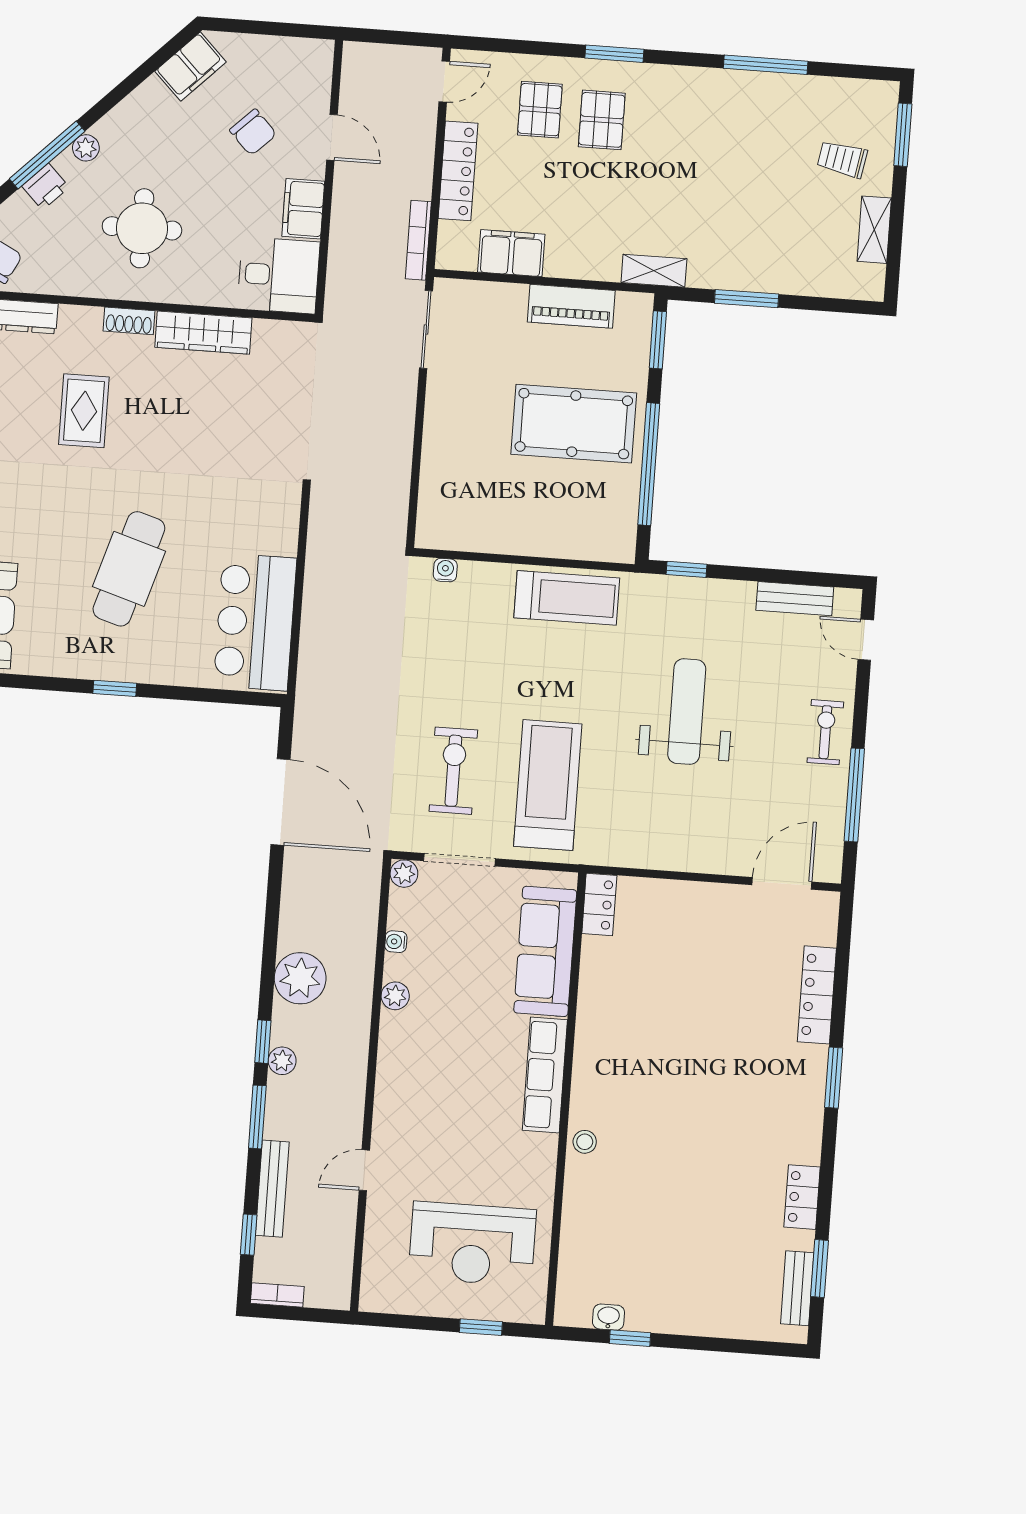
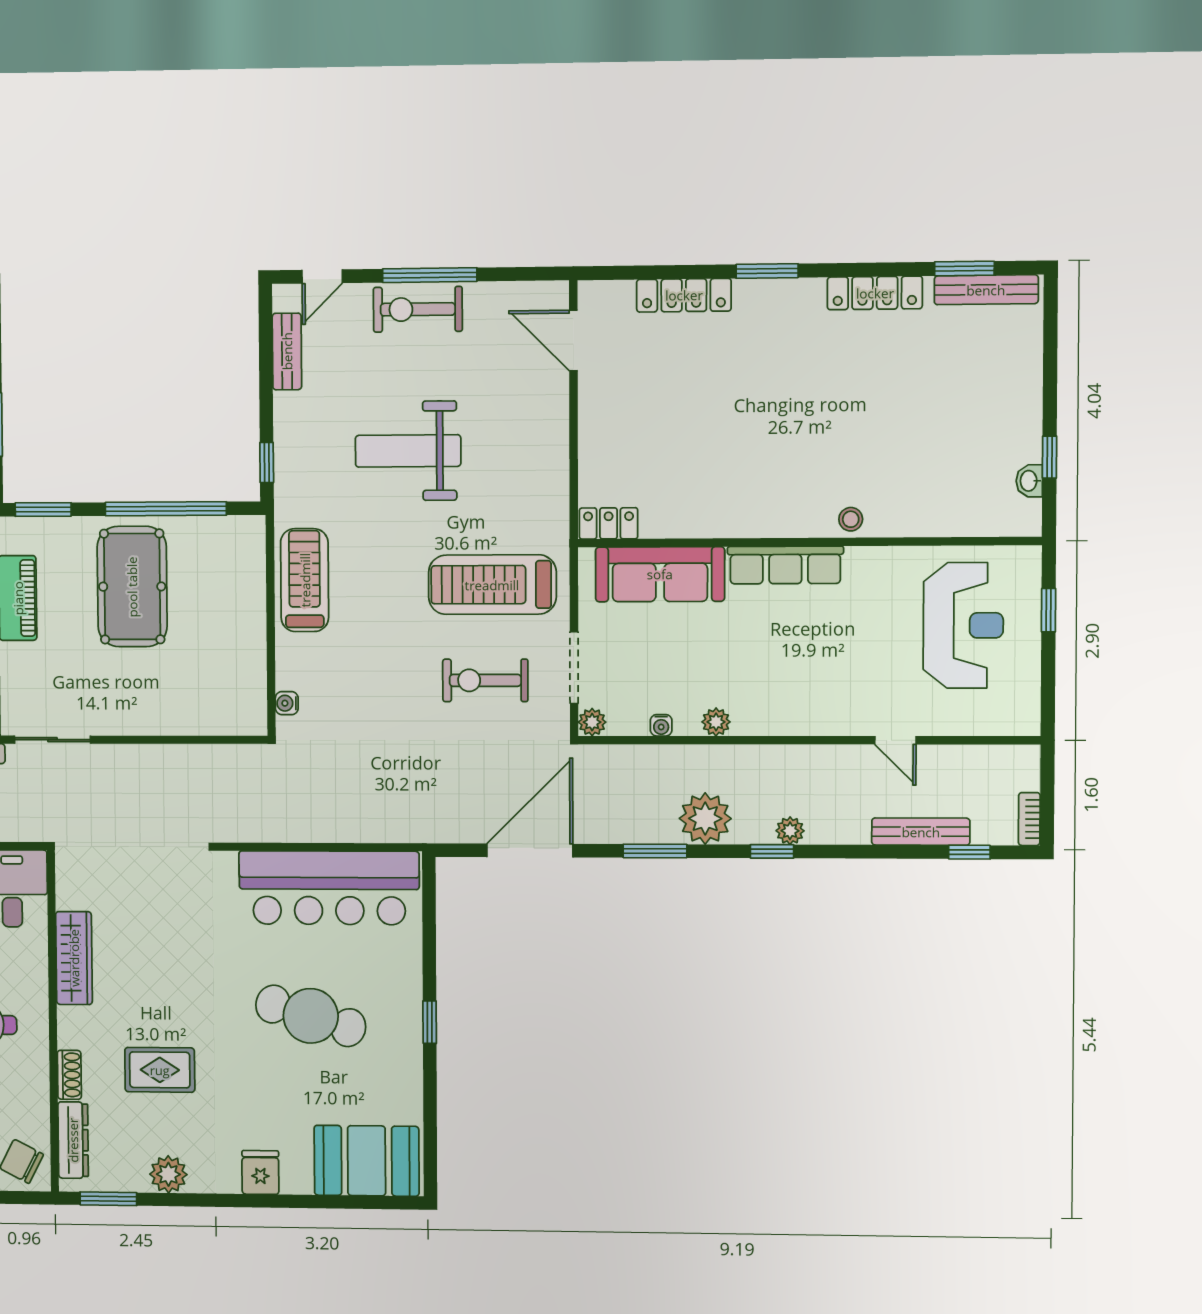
shoe rack: (129, 321) -> (69, 1075), moved
bar counter: (255, 622) -> (329, 888), width x1.36
exercise bike: (825, 732) -> (418, 309), width x1.38, depth x1.39
window: (854, 795) -> (430, 275), moved
window: (257, 1117) -> (655, 851), moved
locker: (802, 1197) -> (875, 293), width x1.53
bench: (797, 1288) -> (986, 290), width x1.36

